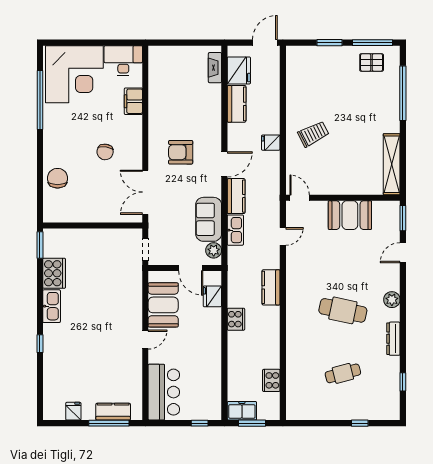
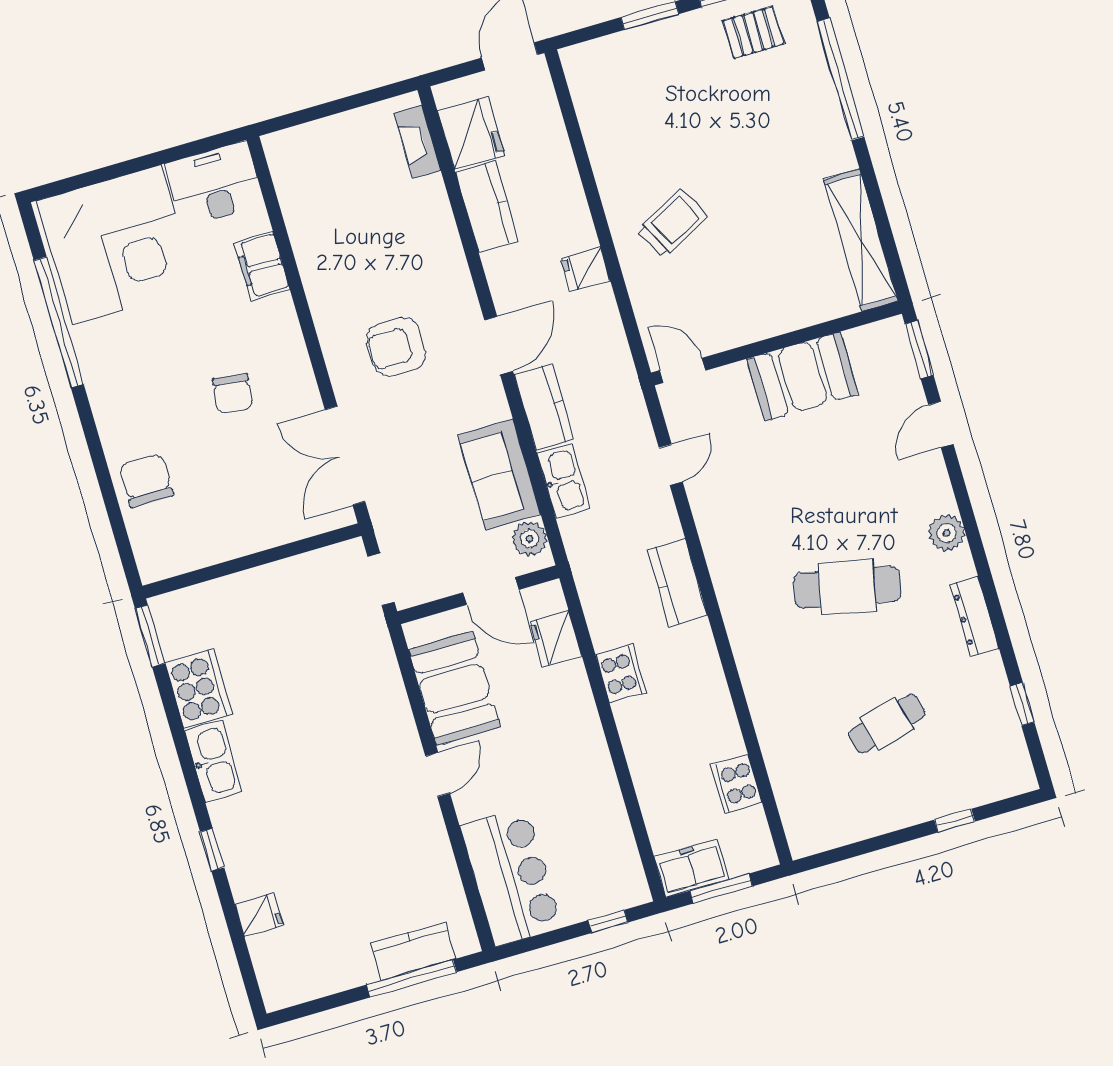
fridge: (73, 411) -> (259, 915), moved, turned 90

